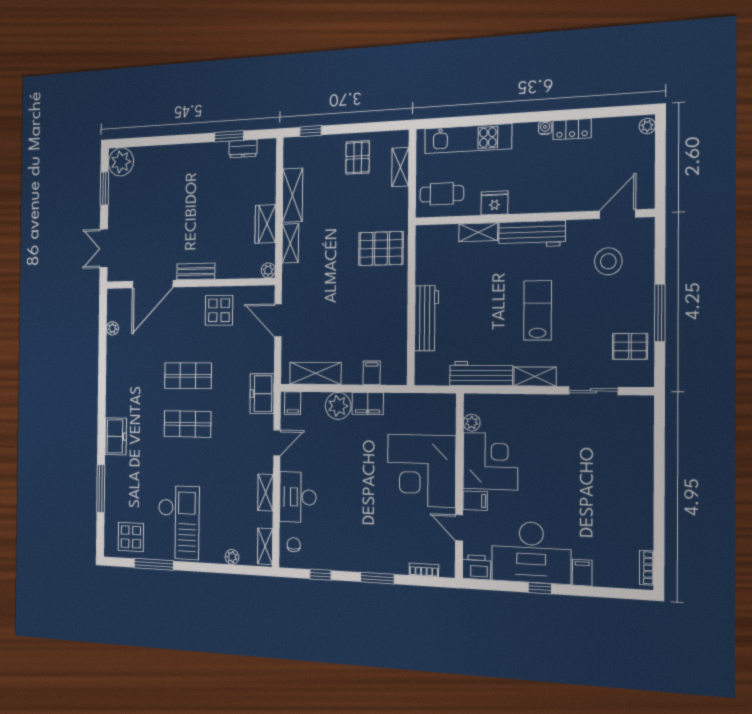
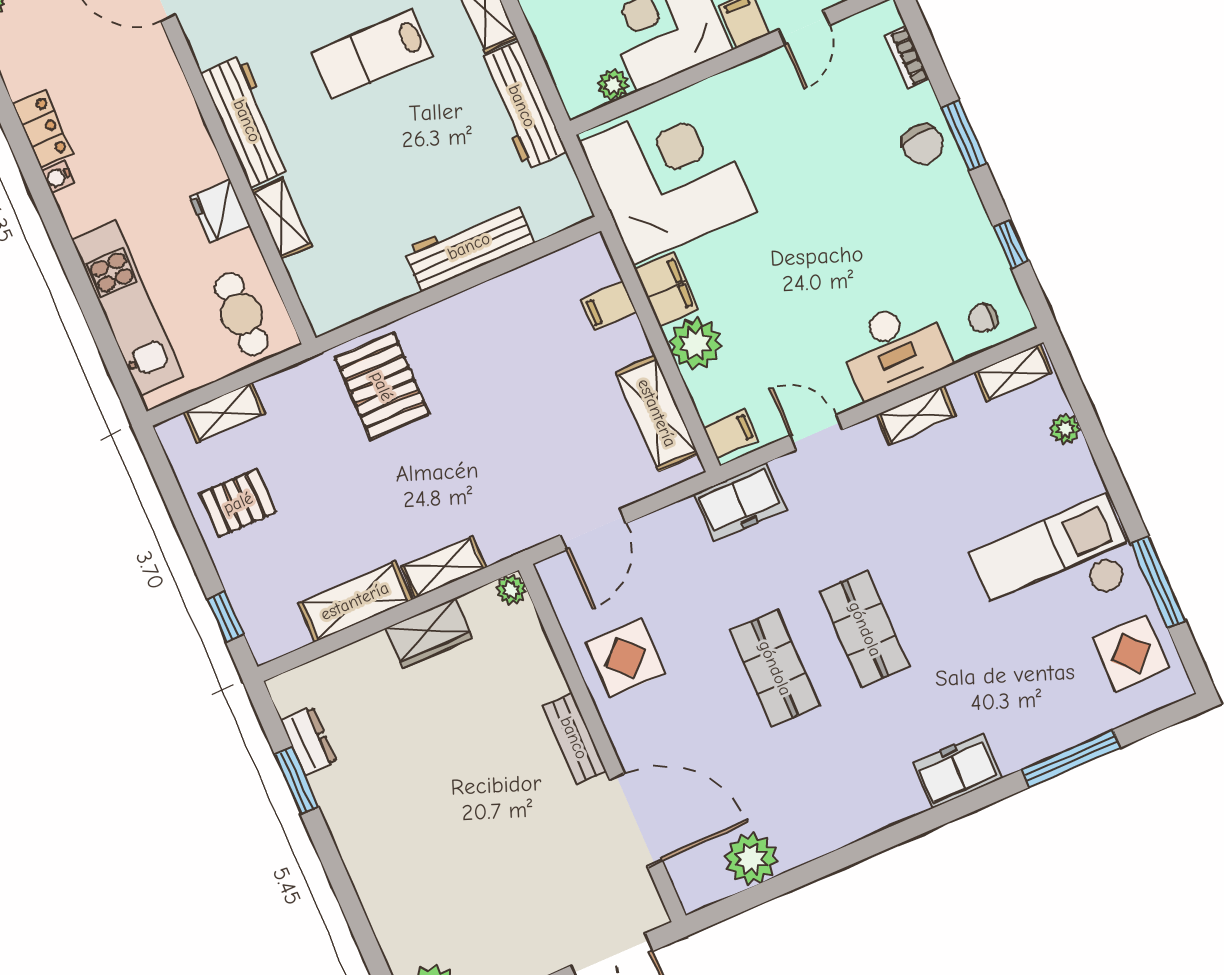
plant: (112, 328) -> (751, 859), width x1.88, depth x1.88
corner desk: (421, 471) -> (668, 177), moved, turned -90
chair: (381, 557) -> (923, 144), added

